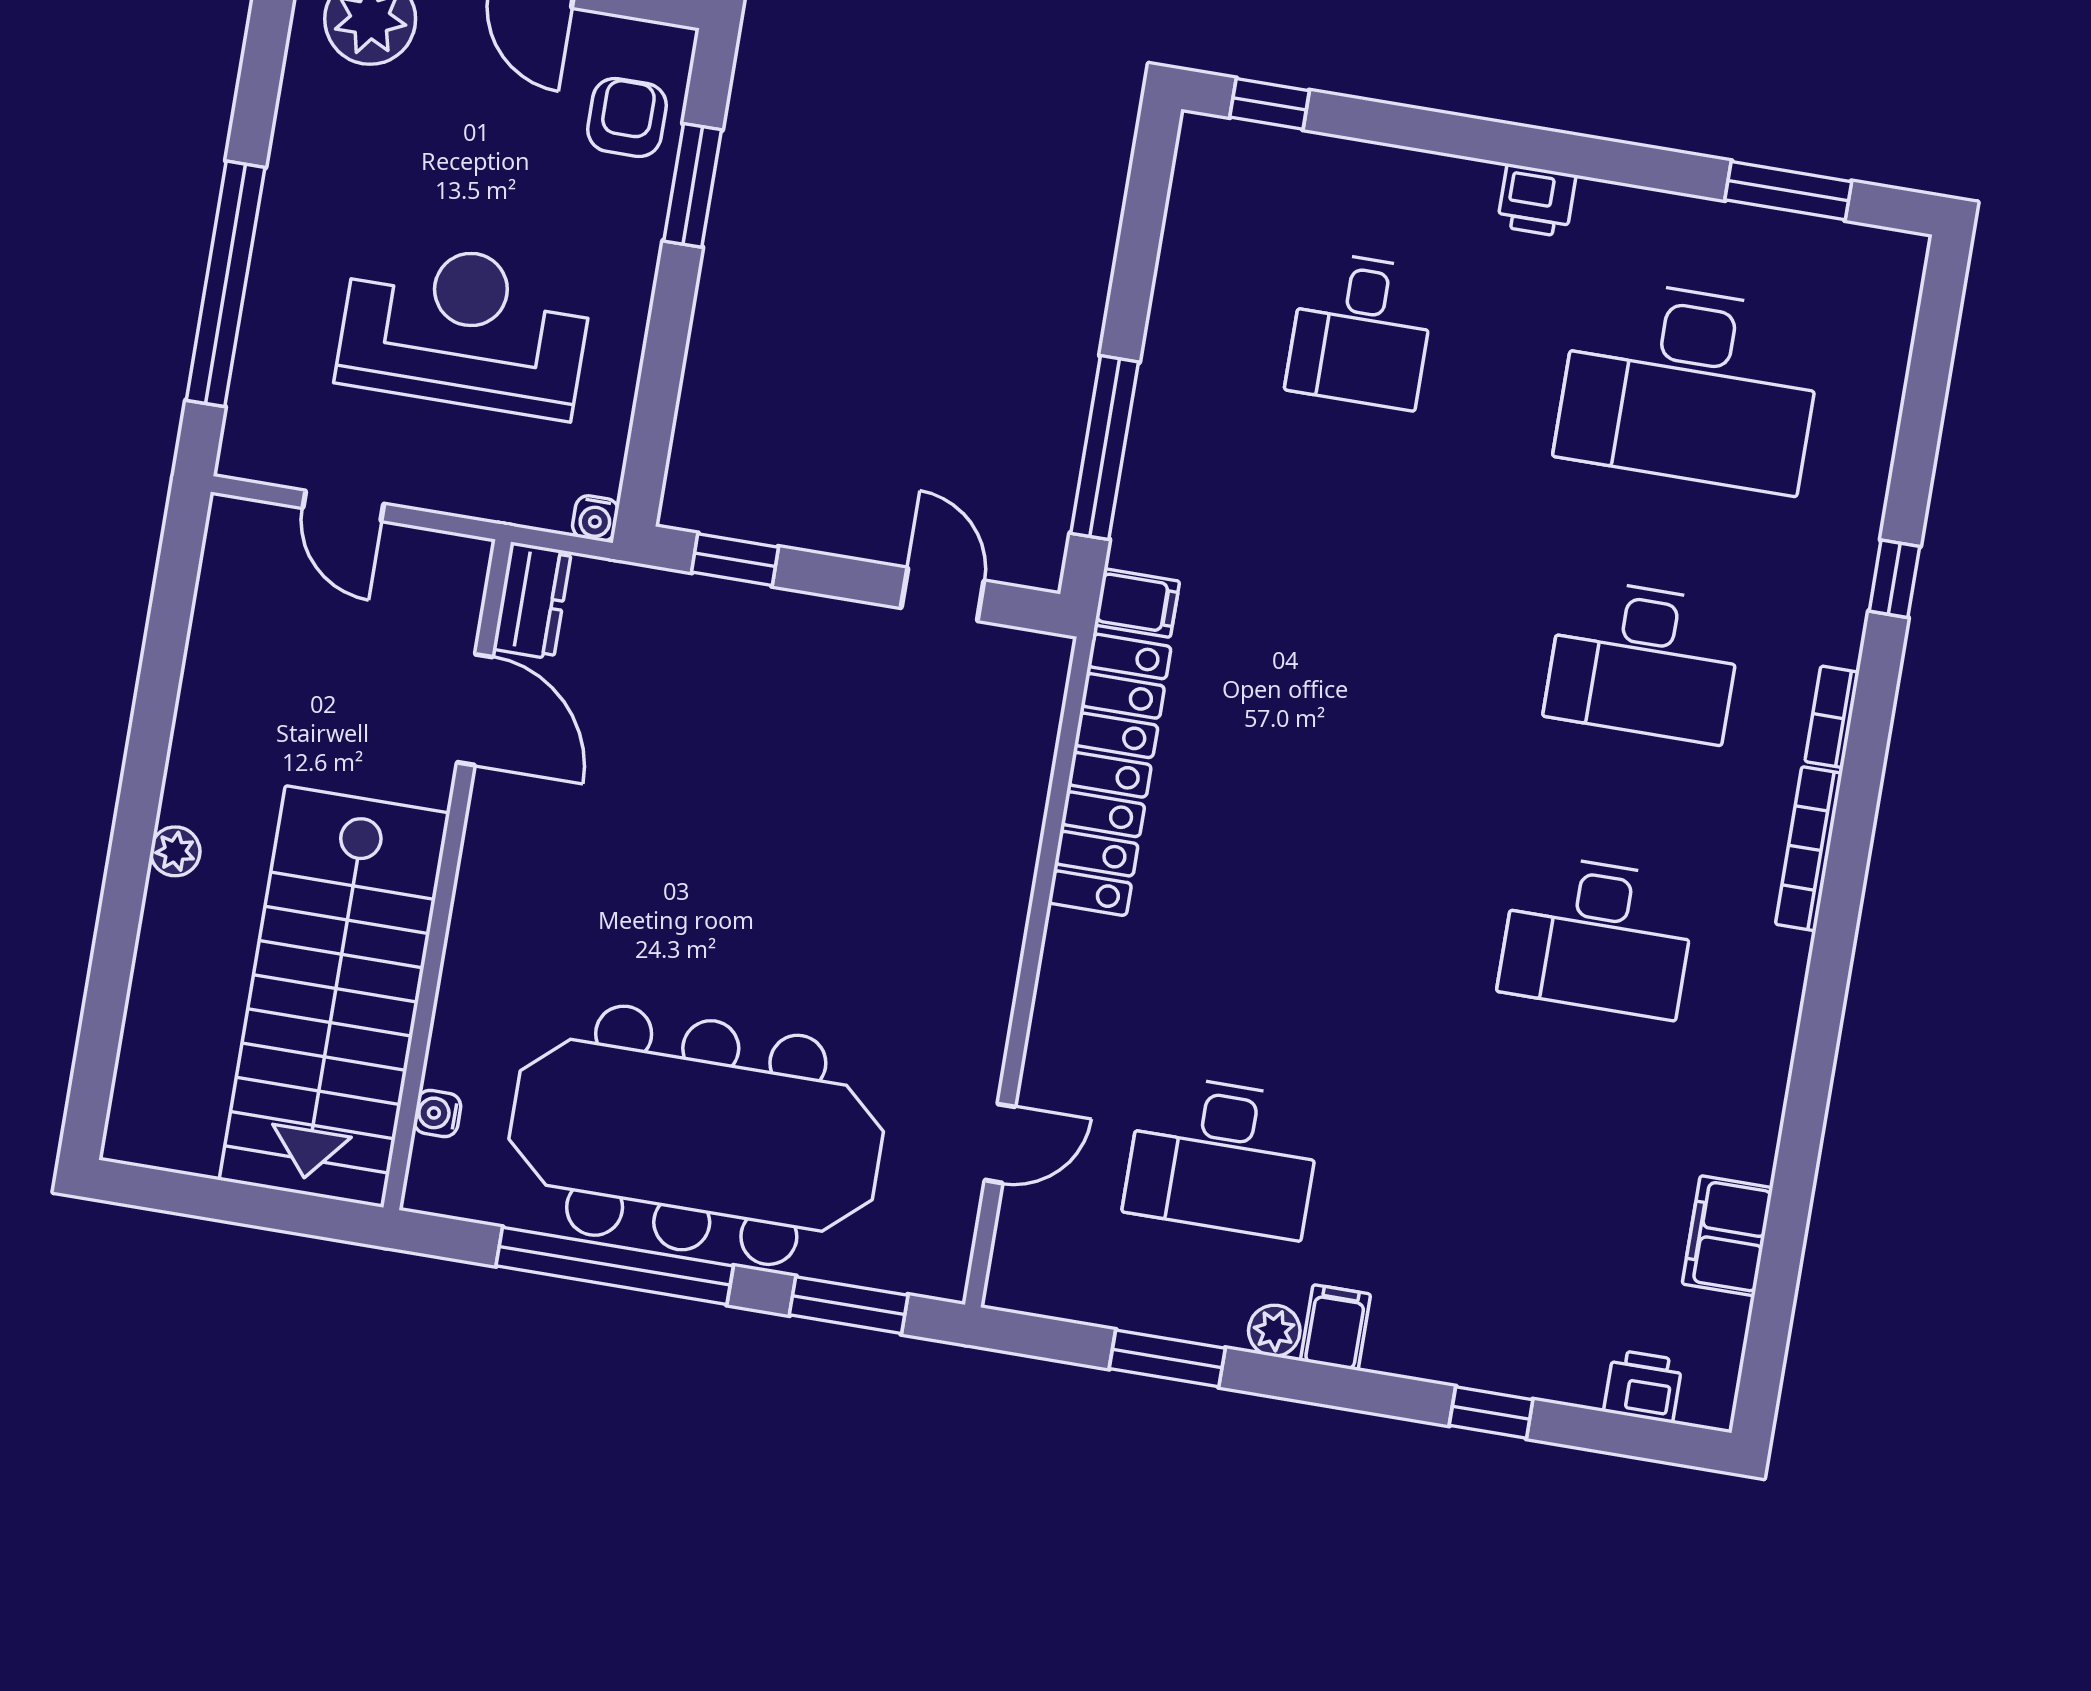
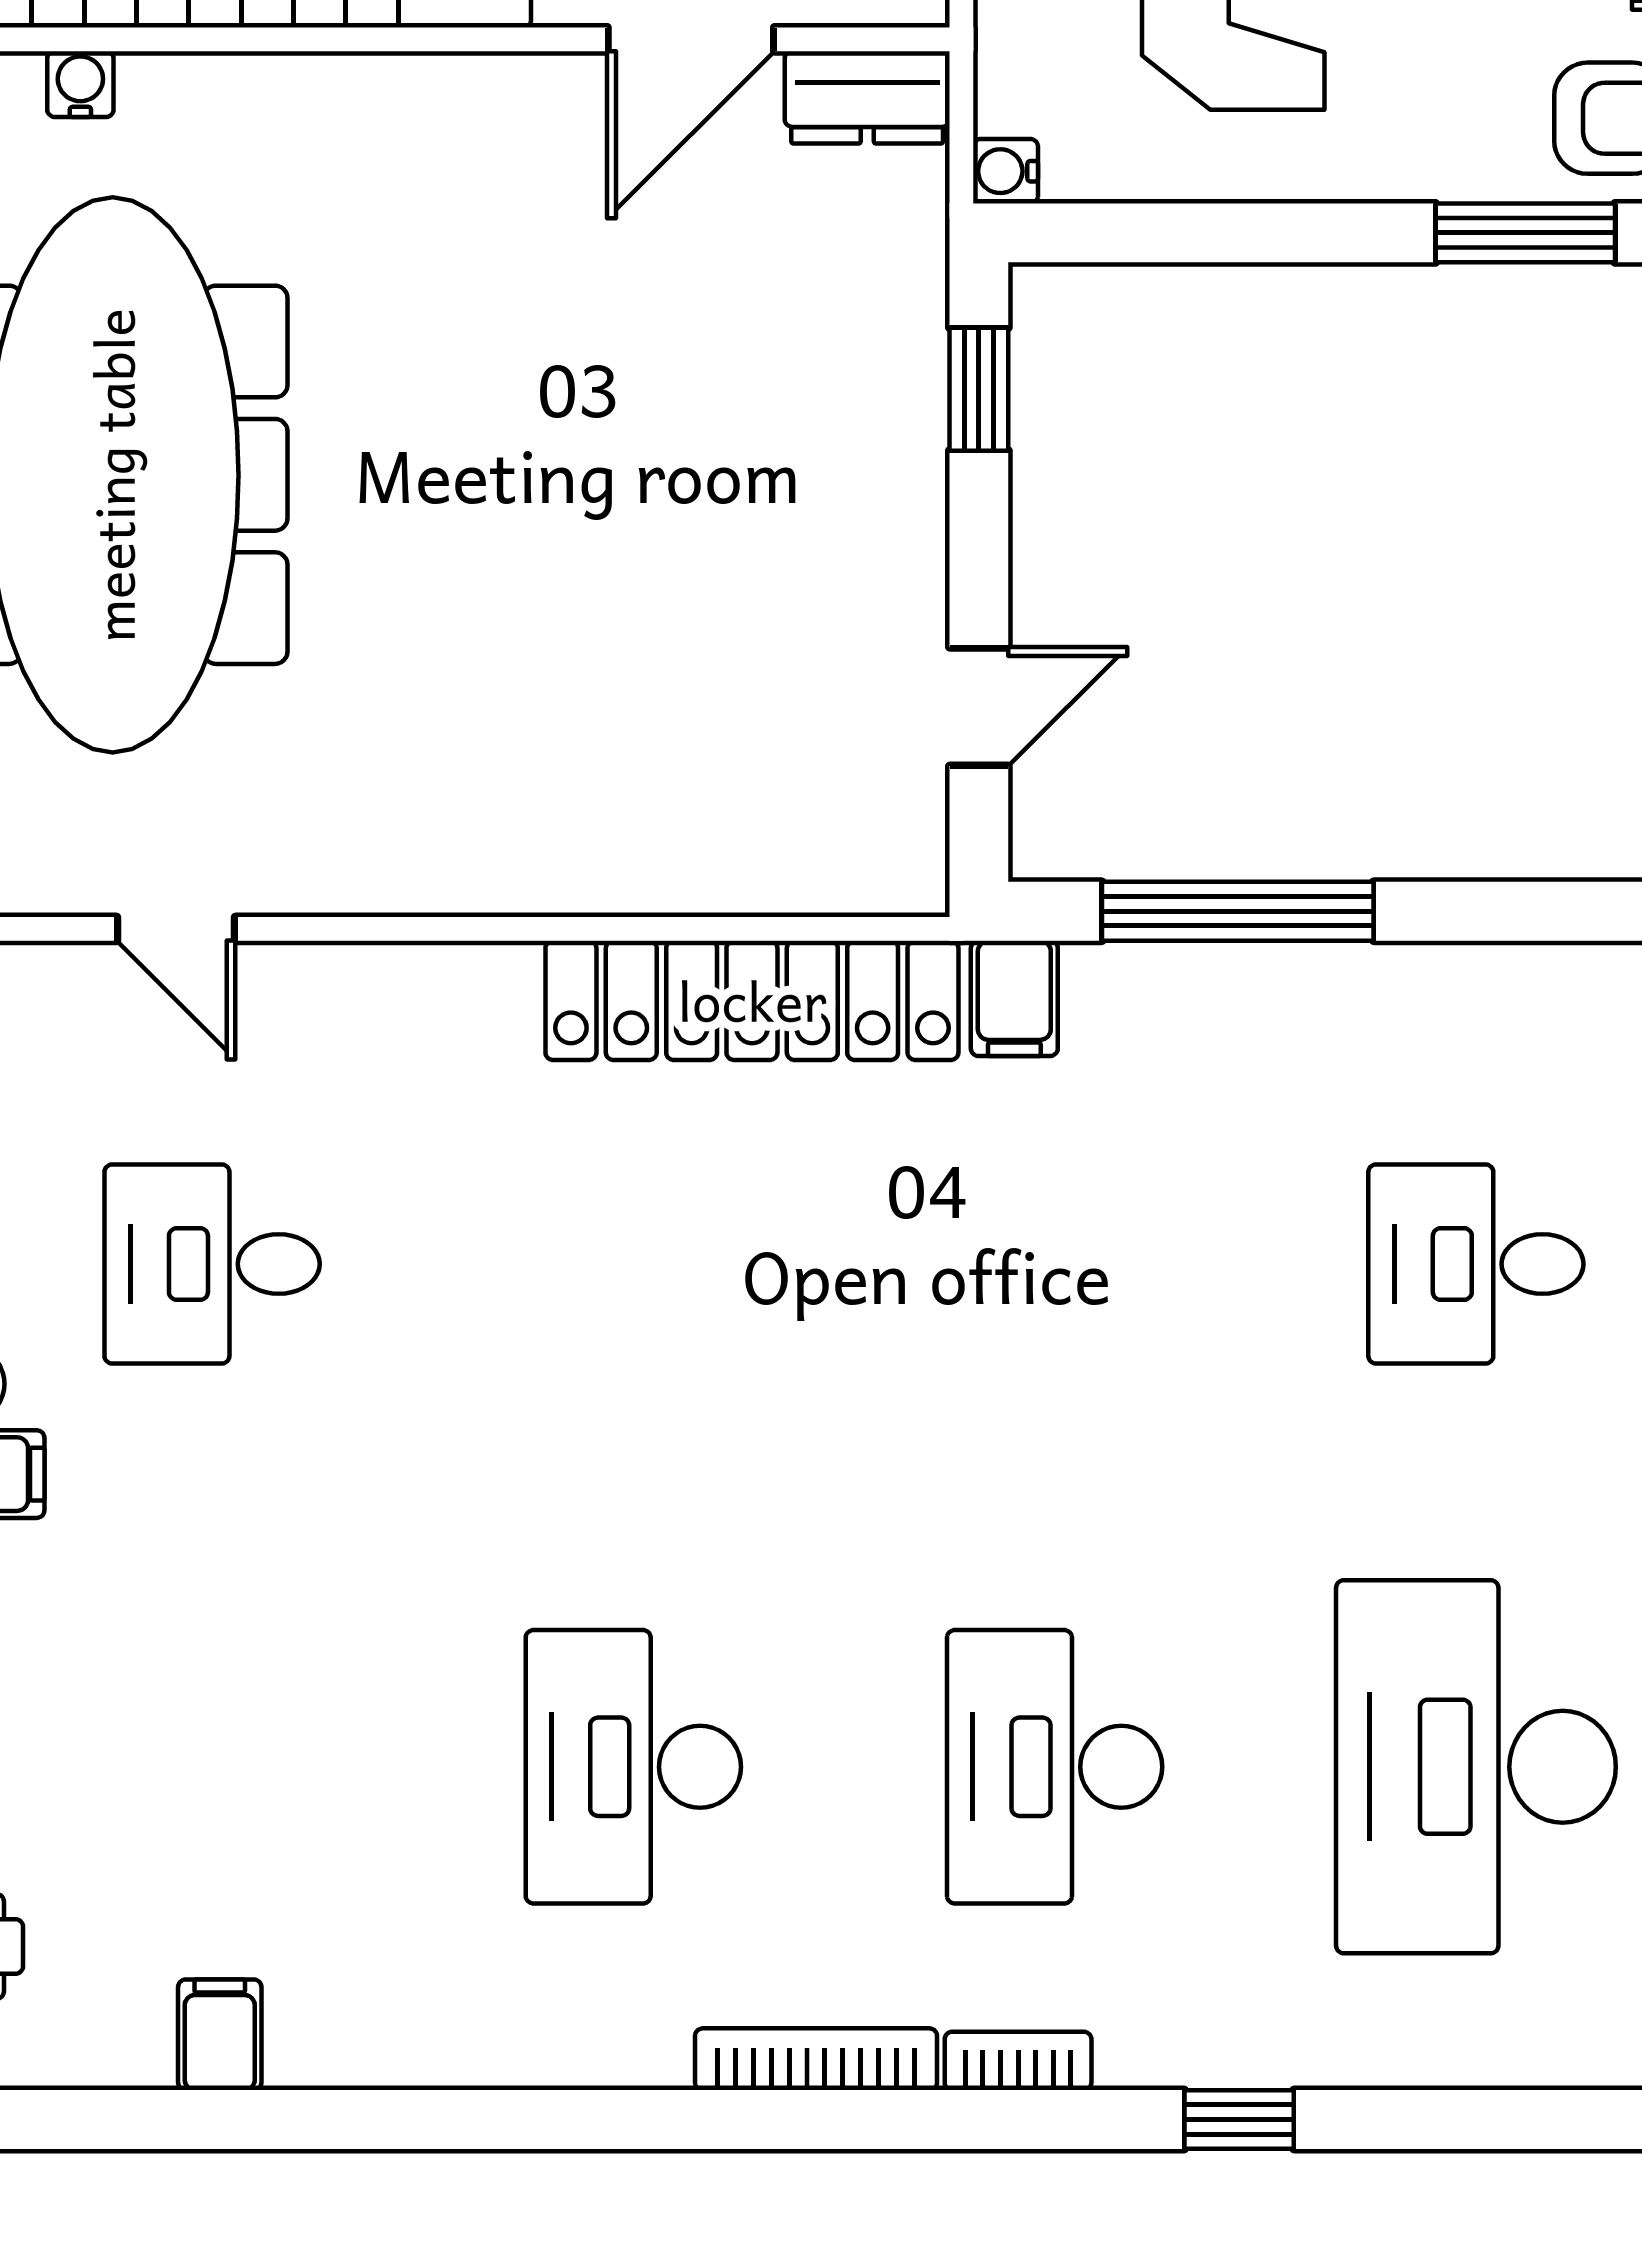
desk: (1223, 1156) -> (212, 1264), width x0.73
filing cabinet: (1728, 1236) -> (220, 2035), width x0.50

